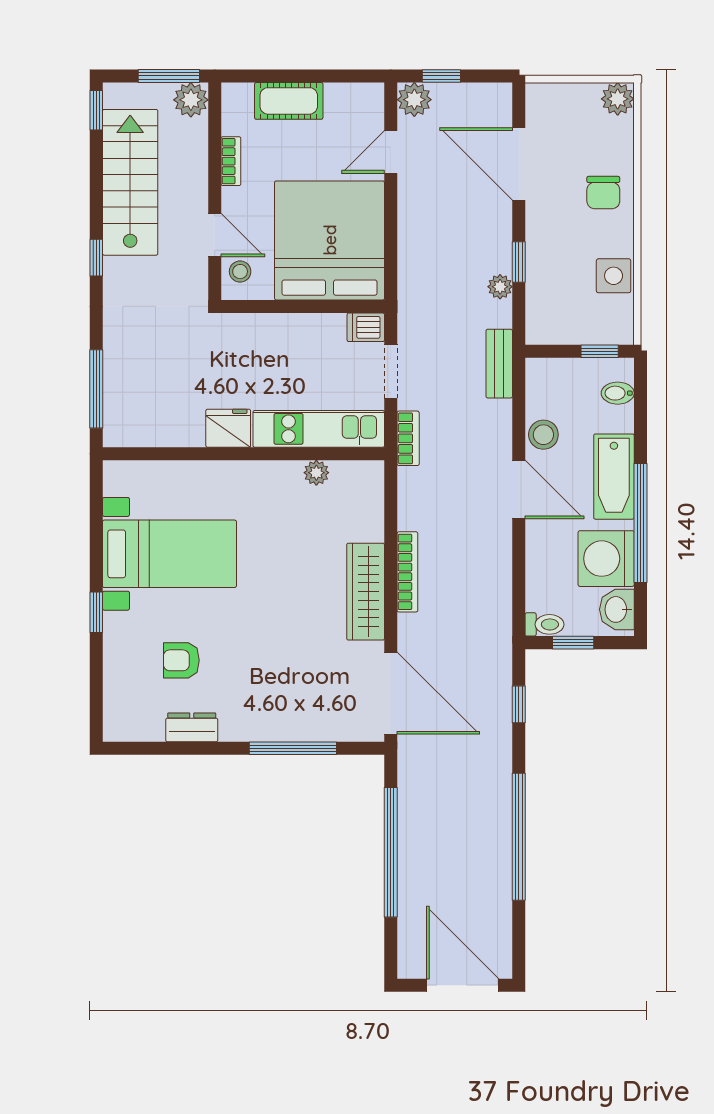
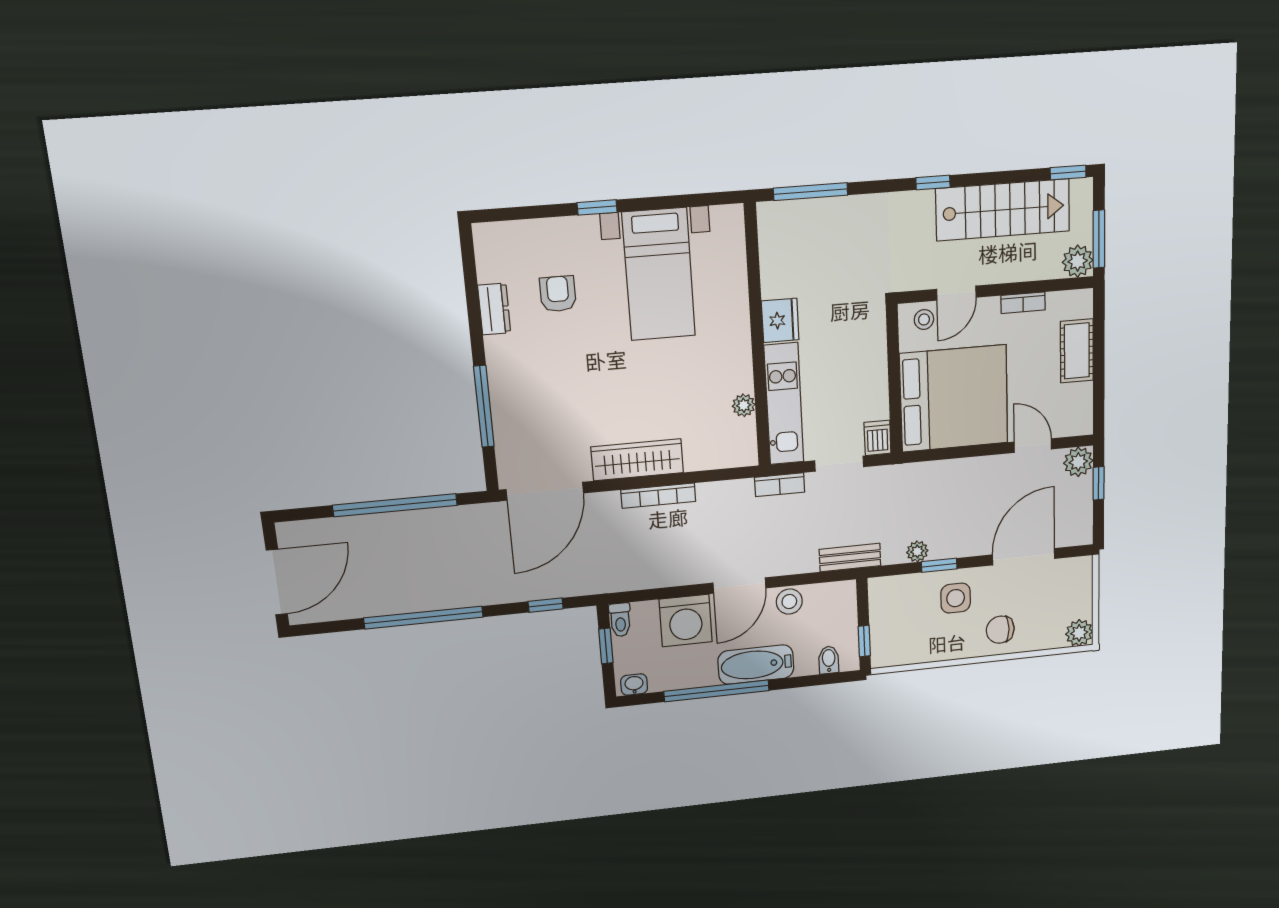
side table: (614, 276) -> (956, 598), moved
washing machine: (606, 559) -> (686, 621), moved, turned 180
washbasin: (617, 609) -> (634, 685), width x0.72, depth x0.69

